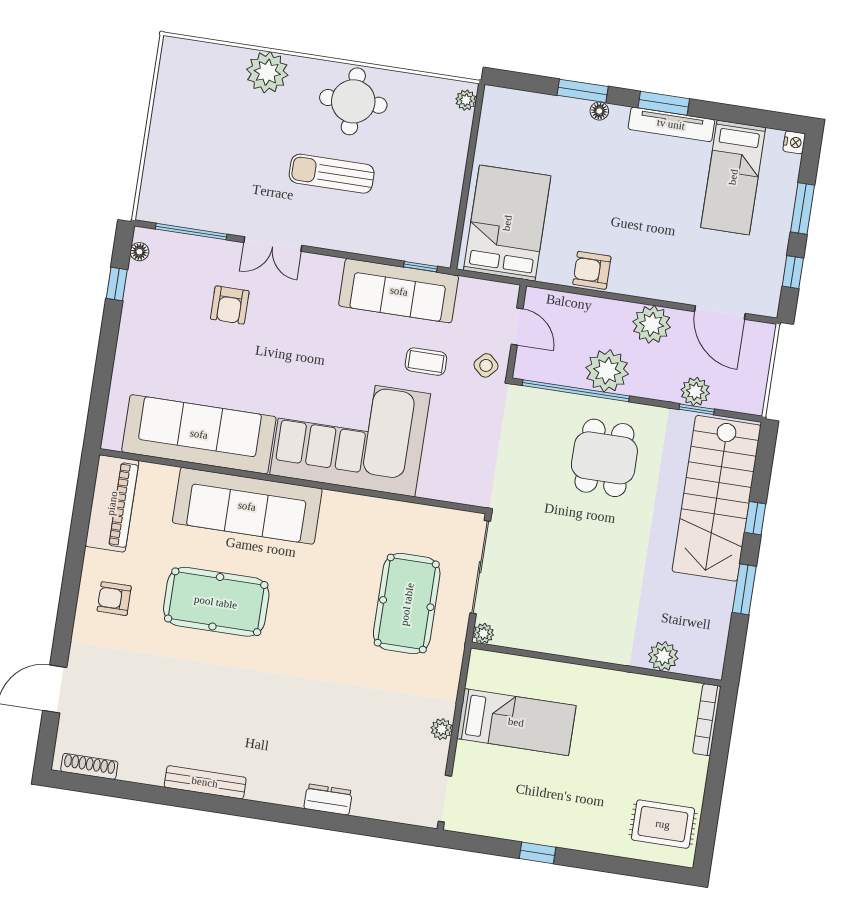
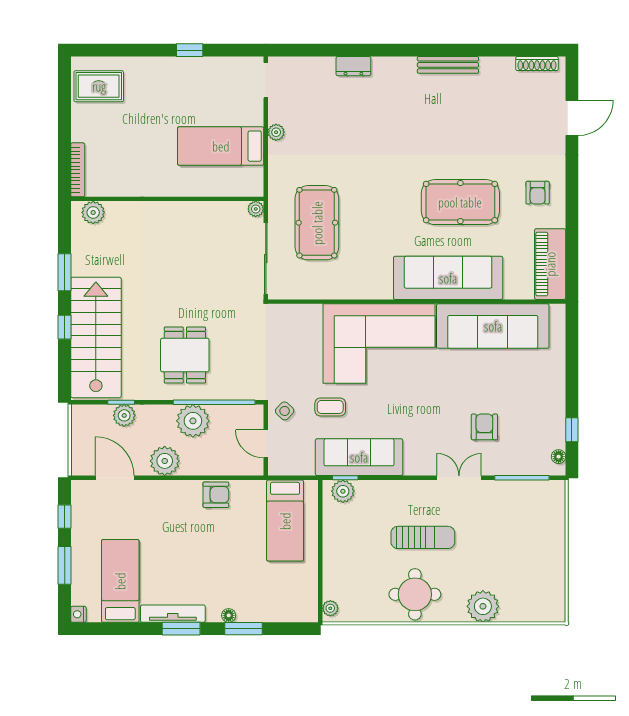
bed: (507, 223) -> (285, 521), width x0.67
plant: (426, 250) -> (343, 491), added
armchair: (114, 599) -> (538, 193), turned 90
plant: (663, 656) -> (93, 212), moved

